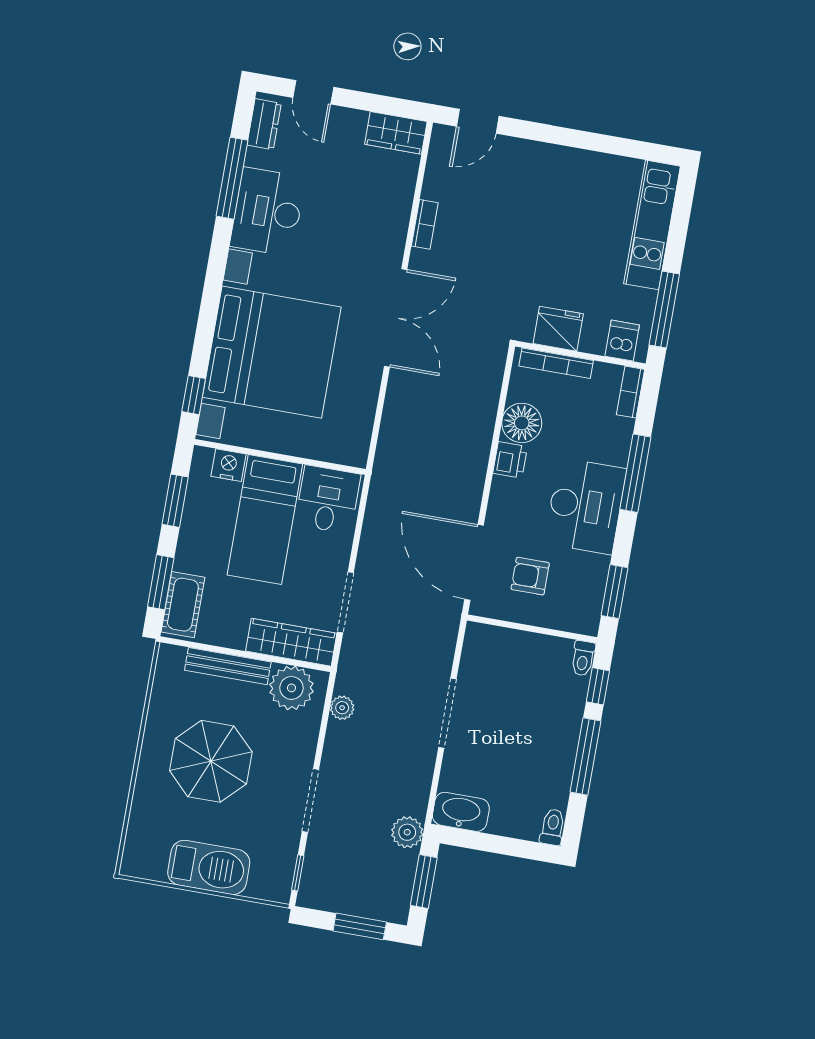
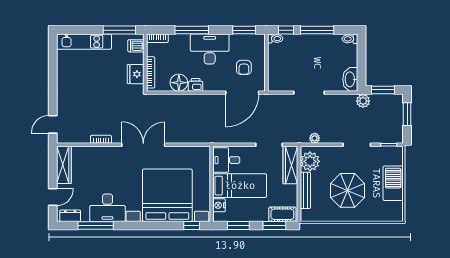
door: (478, 121) -> (53, 124), swing flipped
wardrobe: (396, 133) -> (64, 165), width x1.50

